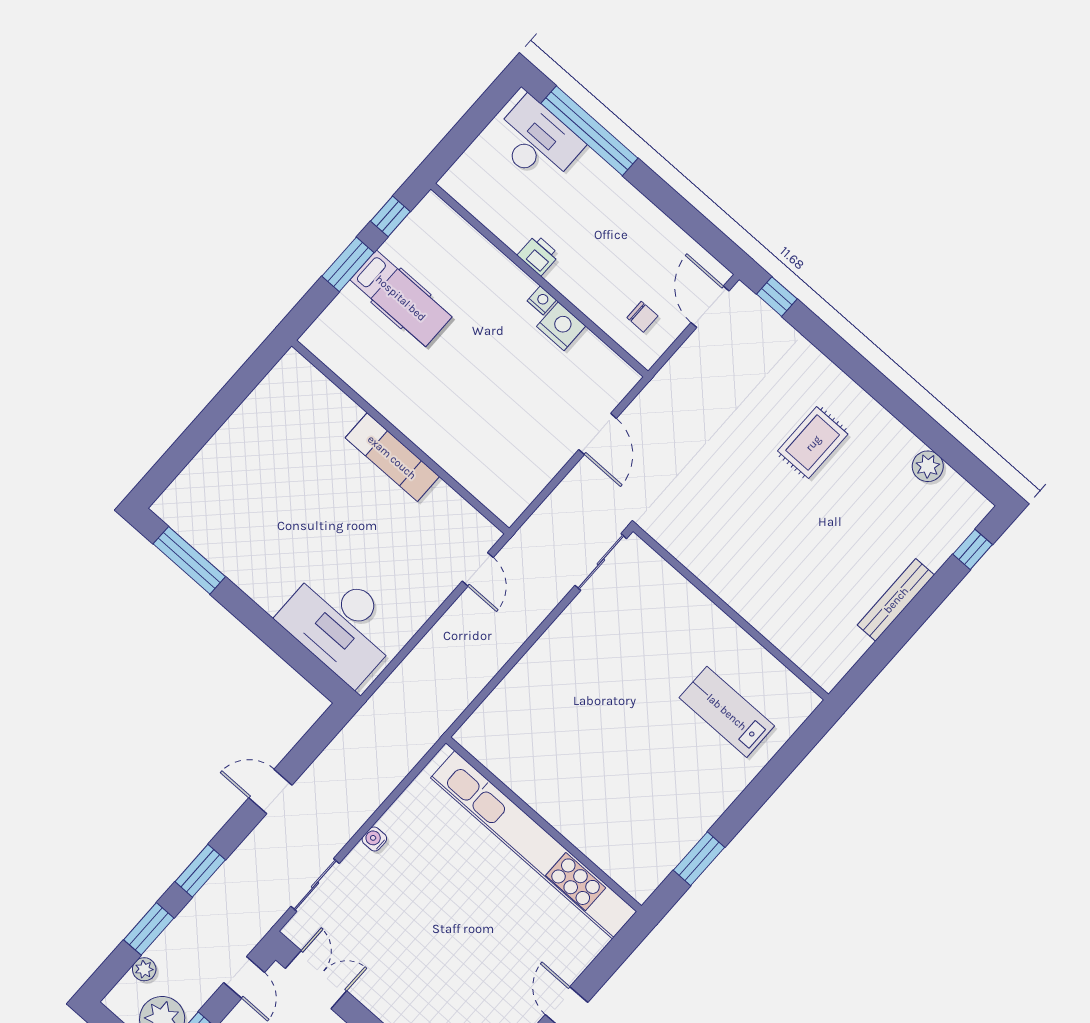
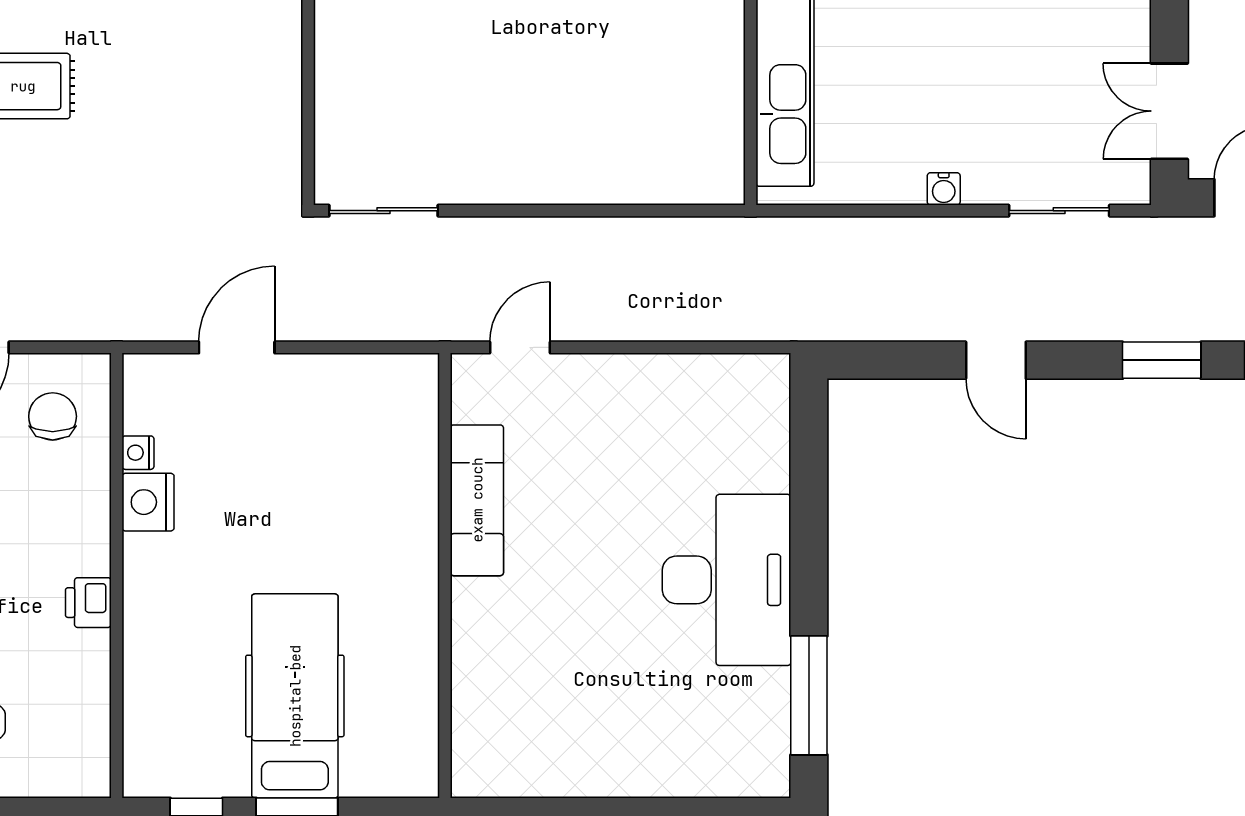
hospital bed: (401, 298) -> (295, 696), width x1.37, depth x1.29
nightstand: (542, 300) -> (138, 453), moved
chair: (642, 317) -> (53, 416), width x1.37, depth x1.37
exam couch: (392, 457) -> (477, 500), moved
desk: (341, 624) -> (727, 580), moved

